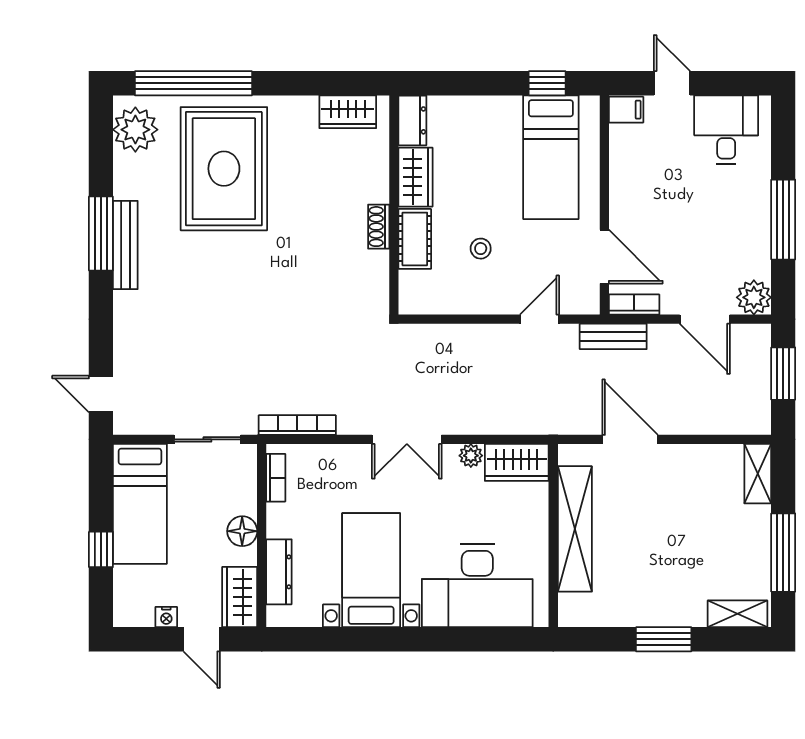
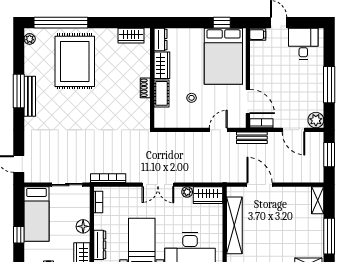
plant: (135, 130) -> (30, 39), width x0.53, depth x0.53
bed: (551, 157) -> (223, 56), width x1.50

